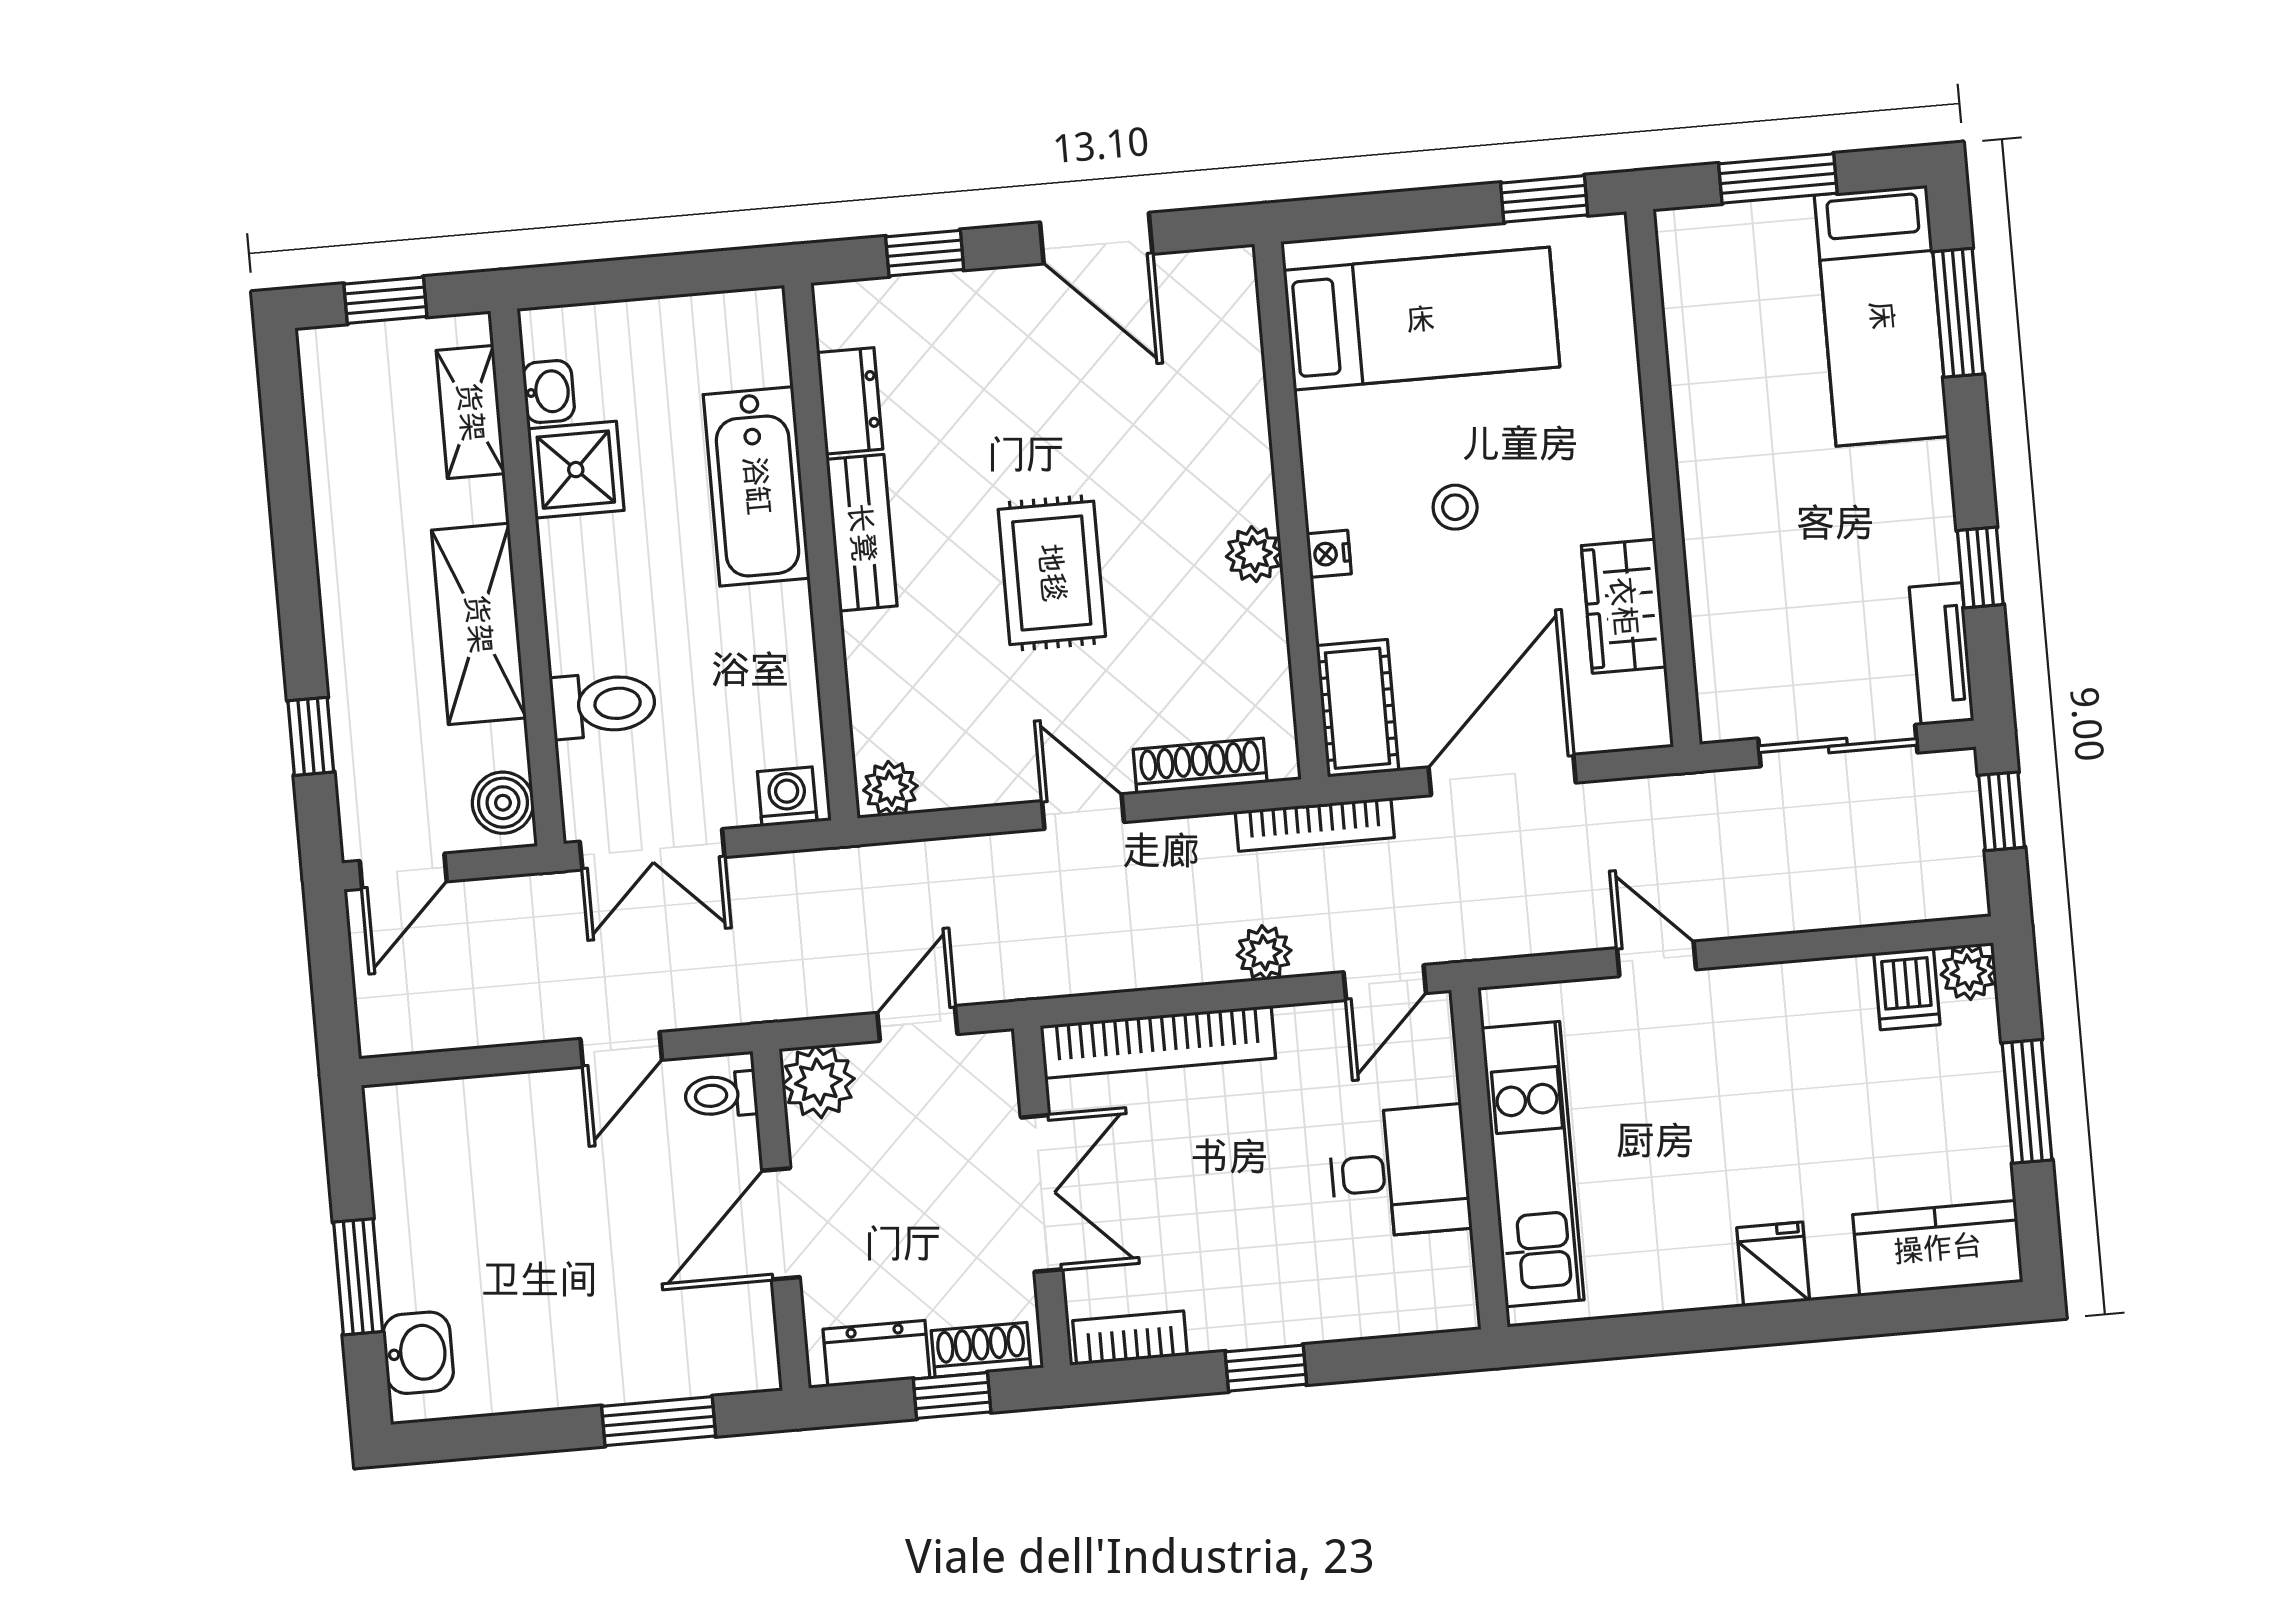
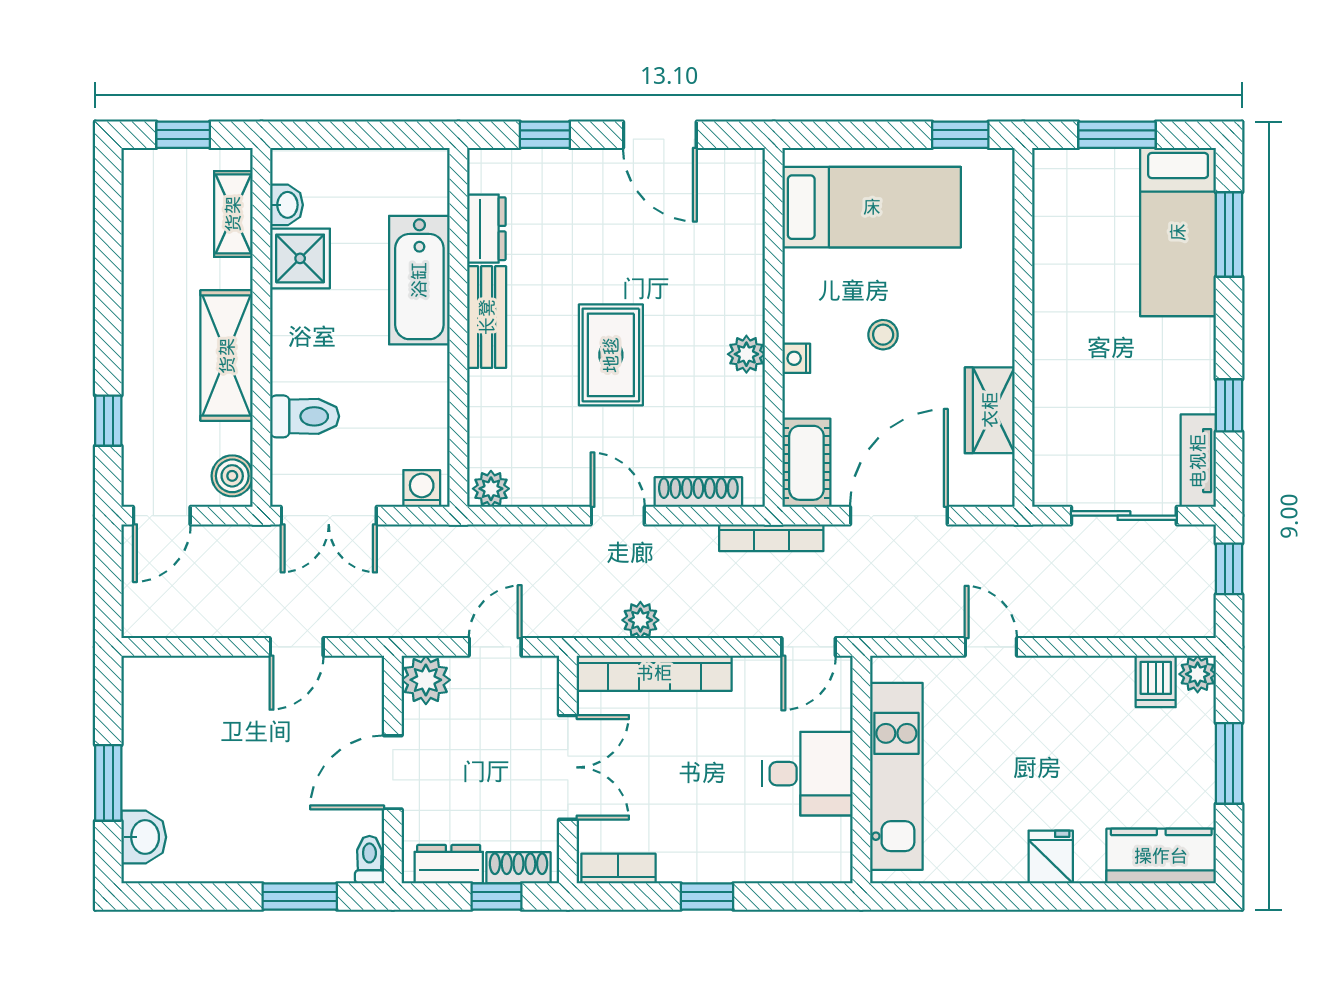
plant: (1264, 953) -> (640, 620), moved
toilet: (721, 1095) -> (369, 860), moved, turned 90

